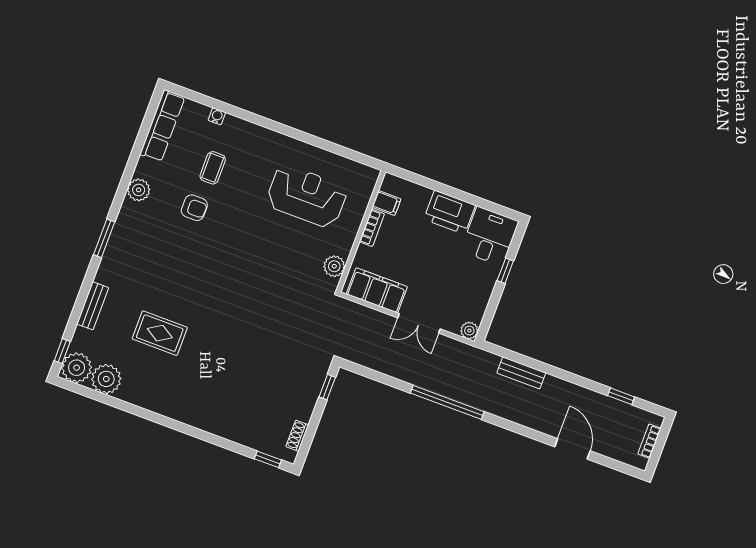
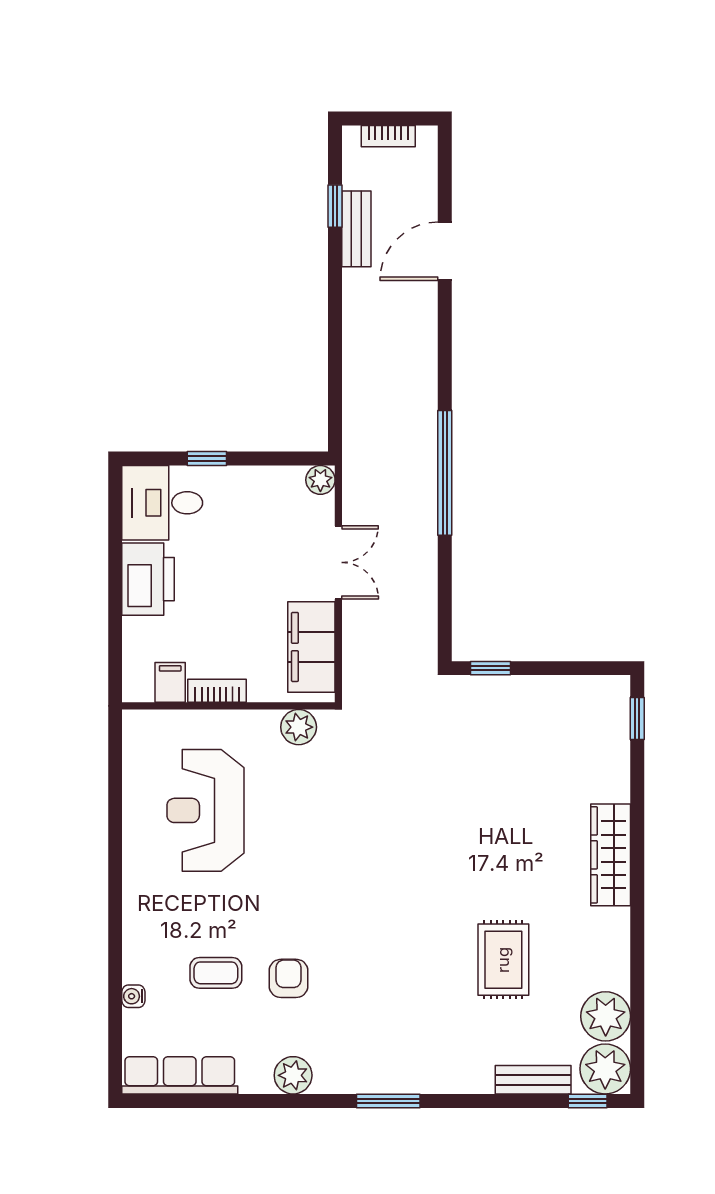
bench: (93, 306) -> (533, 1080), moved
bench: (521, 373) -> (356, 229), moved
wardrobe: (196, 416) -> (611, 855), added
shoe rack: (297, 436) -> (583, 687), removed

